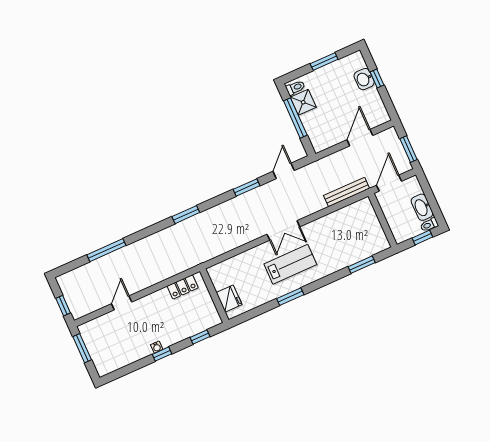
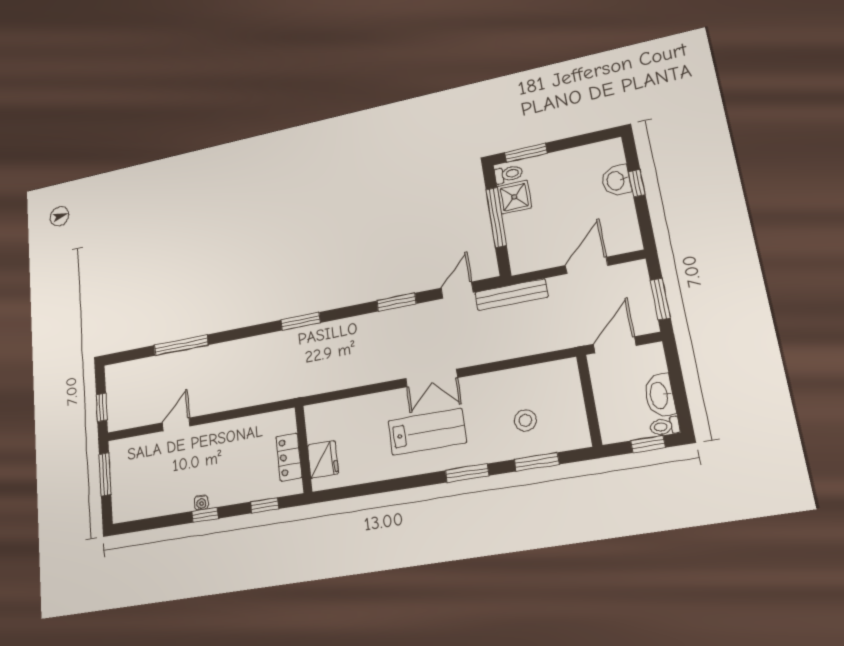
window: (324, 62) -> (526, 153), moved
bench: (347, 192) -> (511, 295), moved
stool: (348, 242) -> (525, 420), added
locker: (183, 287) -> (289, 457), moved, turned 90
window: (290, 297) -> (467, 473), moved

